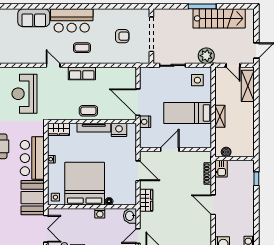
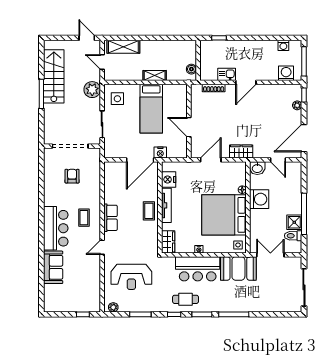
door: (233, 65) -> (102, 62), swing flipped
kitchen sink: (221, 169) -> (227, 74), moved
washing machine: (100, 213) -> (259, 199), width x1.89, depth x1.89

